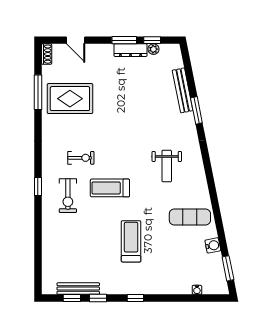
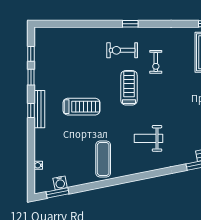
water cooler: (213, 245) -> (60, 183), moved
bench: (78, 289) -> (39, 109), moved

